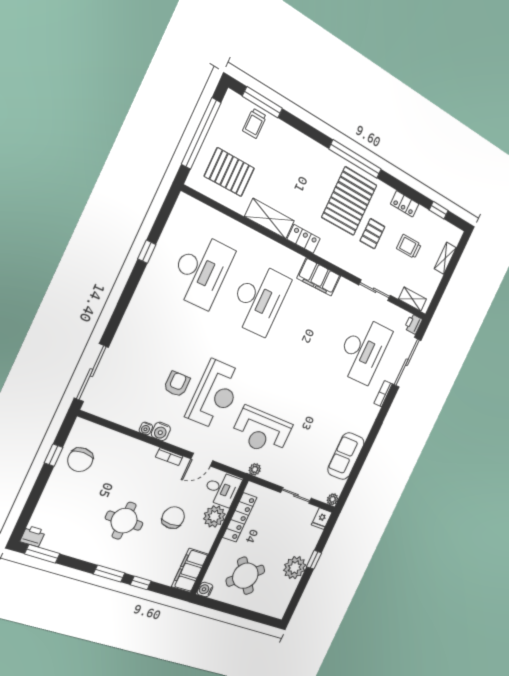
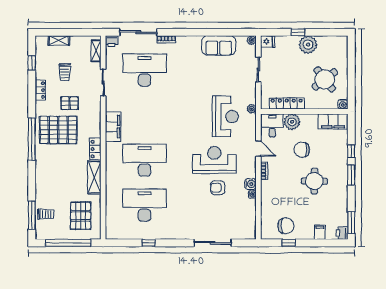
sliding door: (91, 373) -> (213, 243), moved
filing cabinet: (49, 505) -> (320, 232), added

